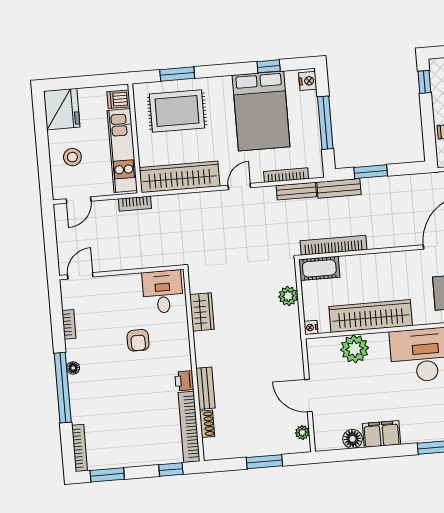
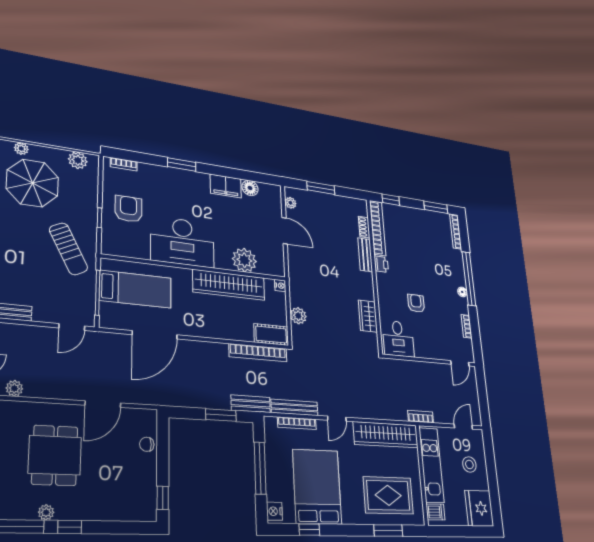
bench: (296, 191) -> (295, 407), width x1.36

